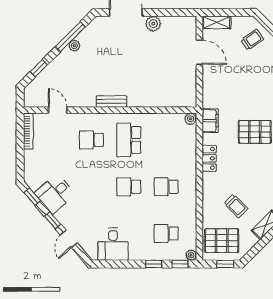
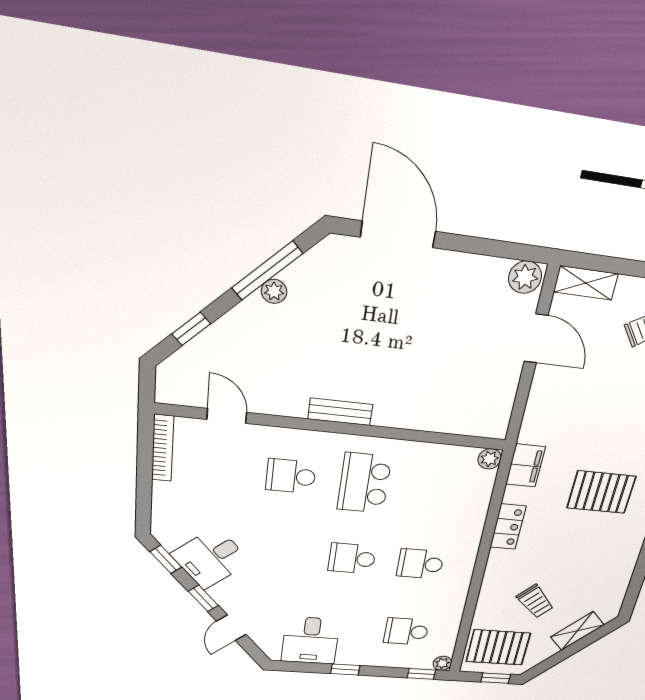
plant: (153, 24) -> (525, 277), moved
window: (154, 264) -> (345, 670), moved

